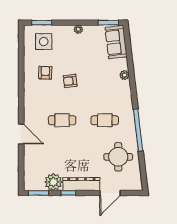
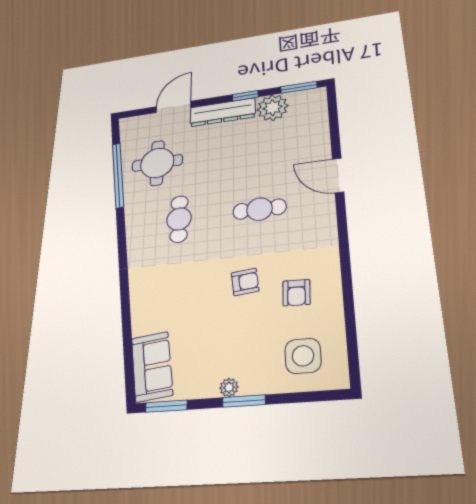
window: (42, 23) -> (244, 401), moved
plant: (124, 75) -> (139, 304), removed
cafe table: (105, 120) -> (179, 219), turned 90
window: (138, 130) -> (118, 175), moved

